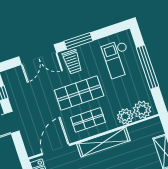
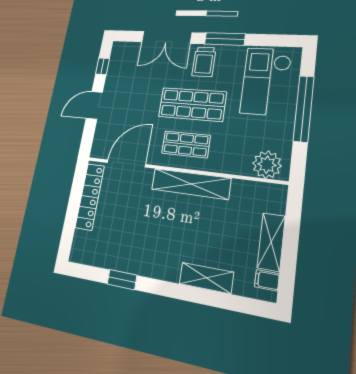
checkout: (118, 59) -> (266, 81), width x1.36, depth x1.21
plant: (125, 116) -> (238, 163), removed

